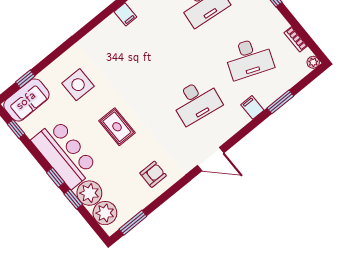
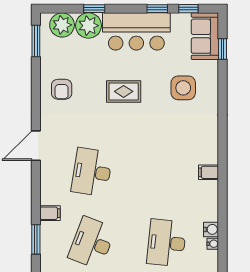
window: (55, 177) -> (157, 9), moved

